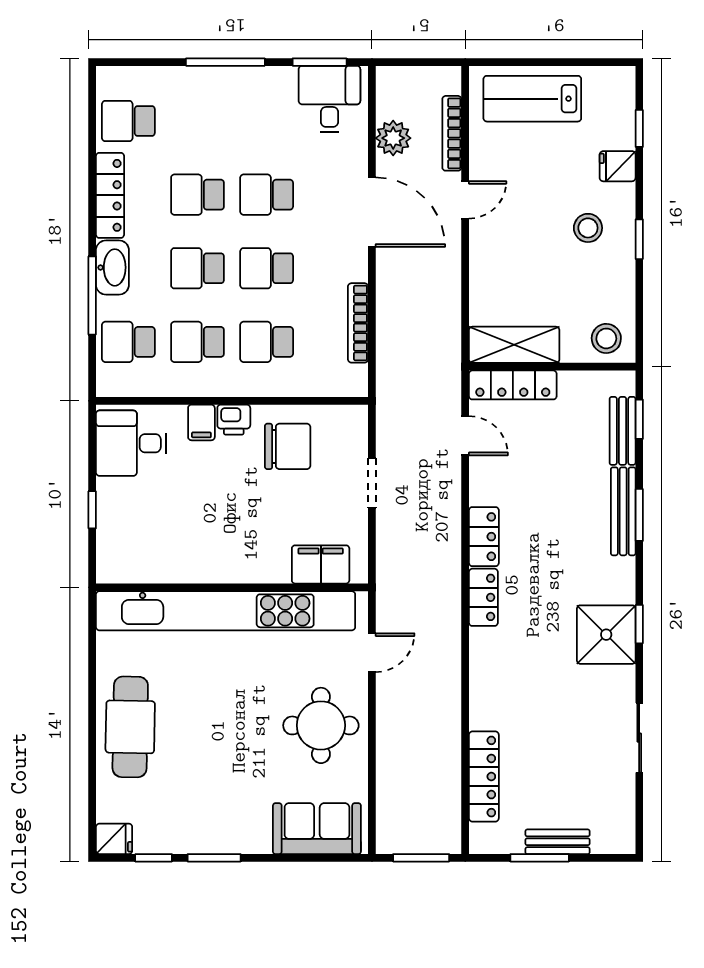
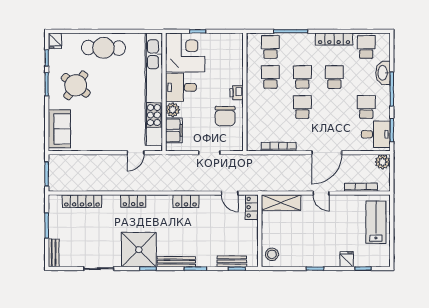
plant: (393, 138) -> (383, 162), moved
school desk: (267, 195) -> (366, 107), moved
door: (465, 200) -> (321, 193), moved
stool: (588, 228) -> (320, 246), removed
washbasin: (112, 267) -> (383, 73), moved, turned 90
school desk: (267, 342) -> (270, 107), removed
shelving: (514, 345) -> (281, 203), moved, turned 90
locker: (513, 385) -> (252, 207), width x0.66
filing cabinet: (201, 422) -> (235, 79), removed
door: (465, 436) -> (230, 193), hinge flipped
desk: (131, 443) -> (181, 87), moved, turned -90
bench: (623, 511) -> (176, 262), moved
corner desk: (141, 539) -> (185, 52), added
plant: (273, 567) -> (173, 110), added
locker: (483, 597) -> (133, 201), moved
shower: (606, 635) -> (139, 250), width x1.37, depth x1.37
door: (372, 653) -> (136, 153), hinge flipped
round table: (321, 725) -> (76, 85), moved, turned 37
bench: (558, 842) -> (54, 253), moved

